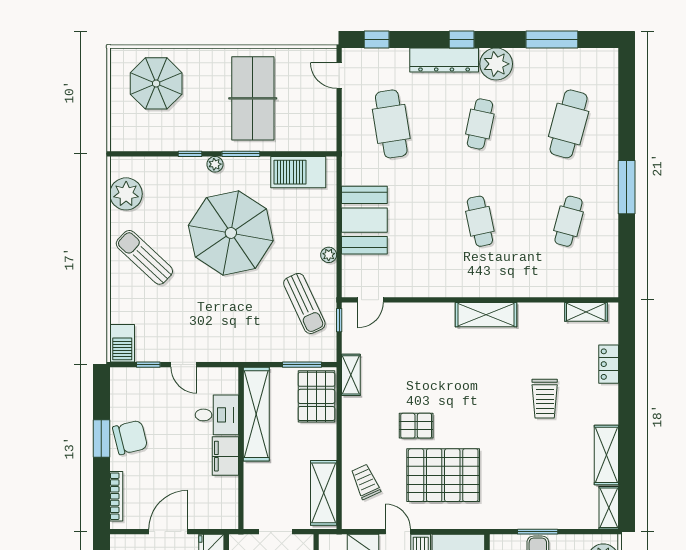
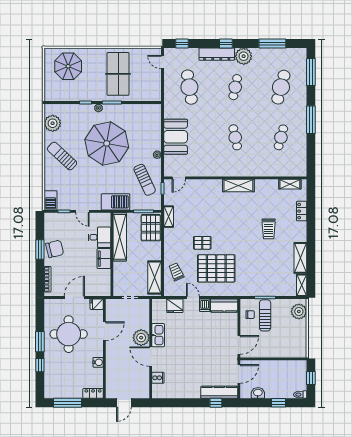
window: (627, 95) -> (311, 72), added
barbecue: (298, 172) -> (116, 202), moved, turned 180

